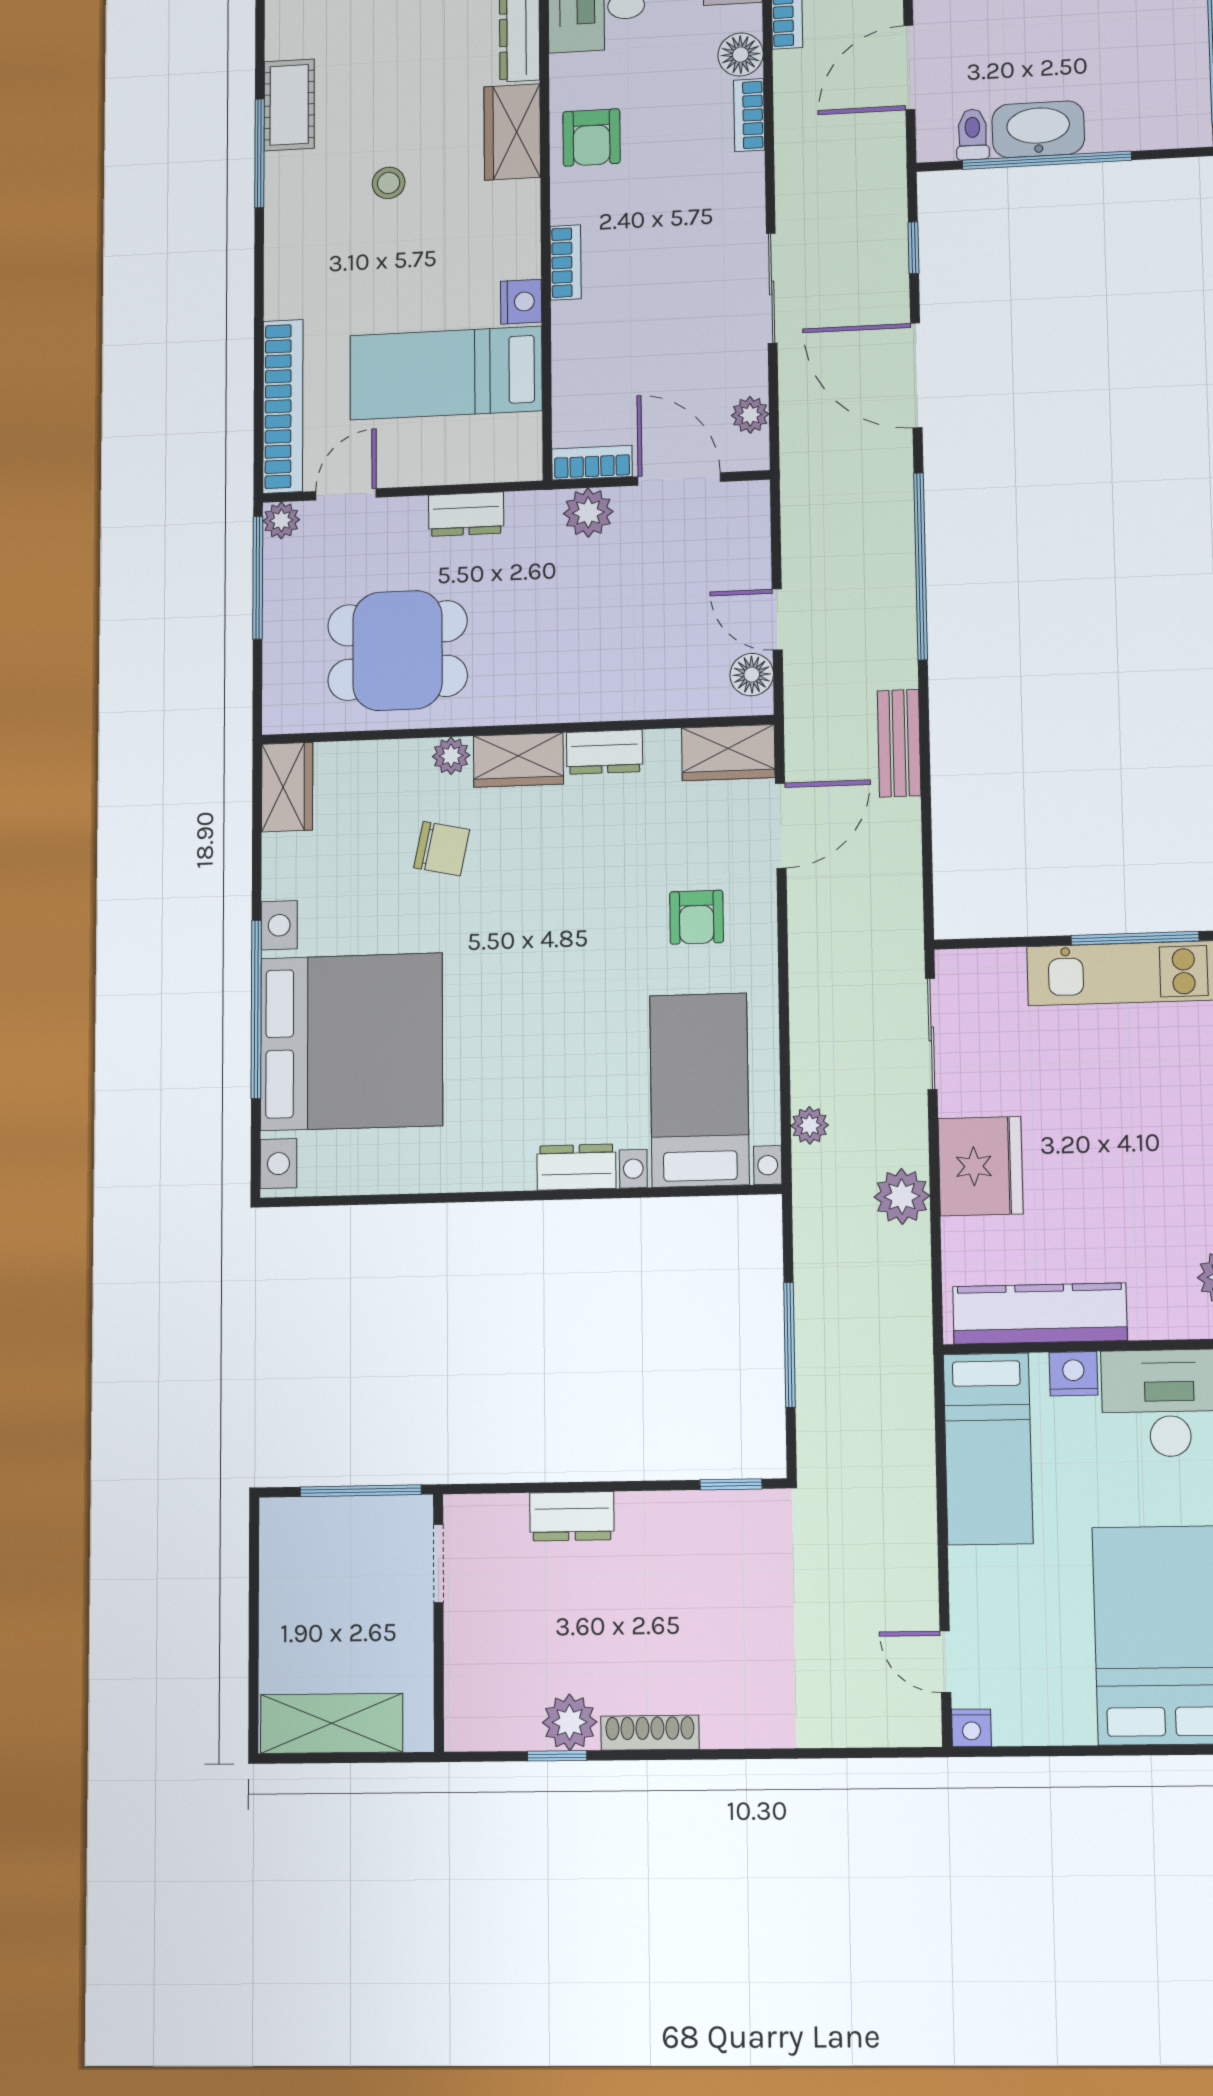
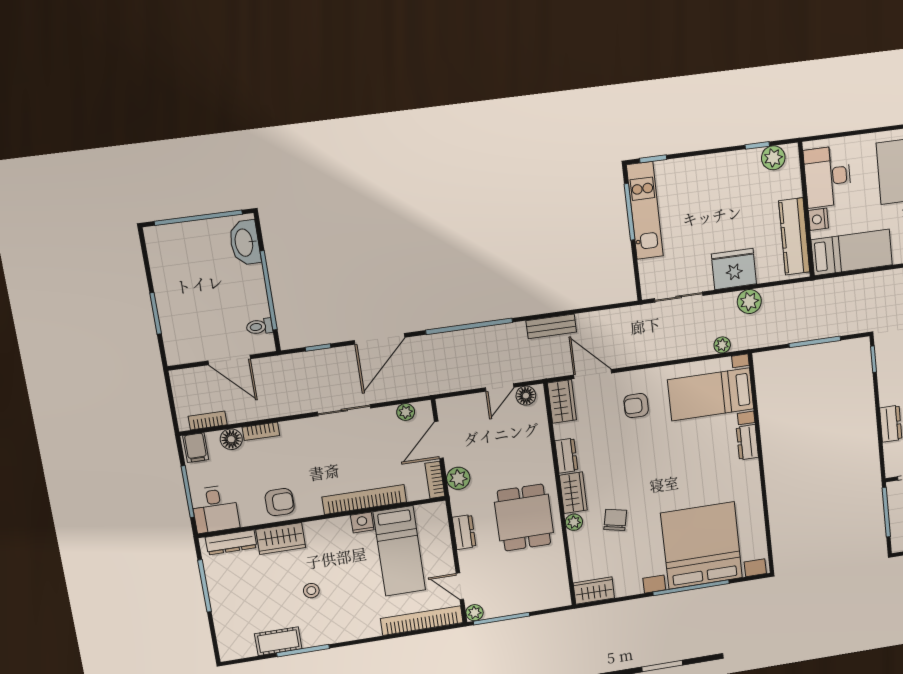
washbasin: (1038, 129) -> (245, 243), moved
bookcase: (566, 262) -> (364, 500), width x2.31, depth x1.31
dining table: (398, 651) -> (524, 518), moved
armchair: (697, 917) -> (636, 406), turned 180

